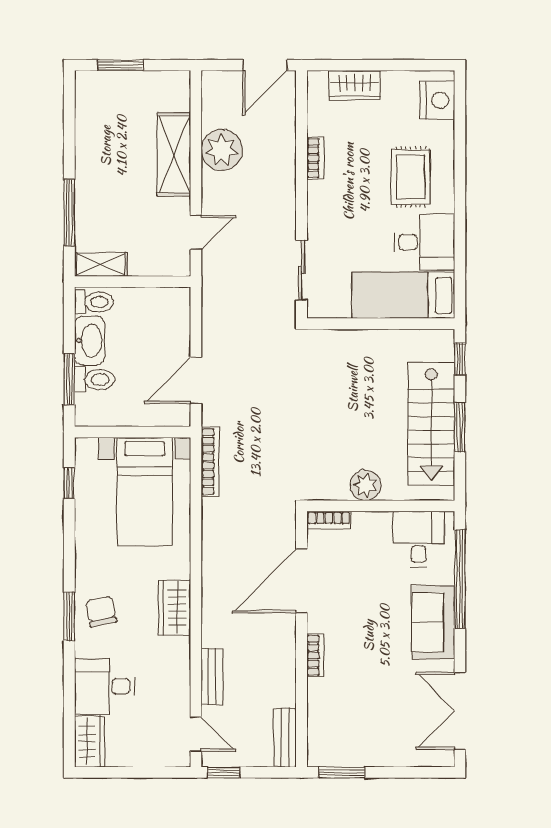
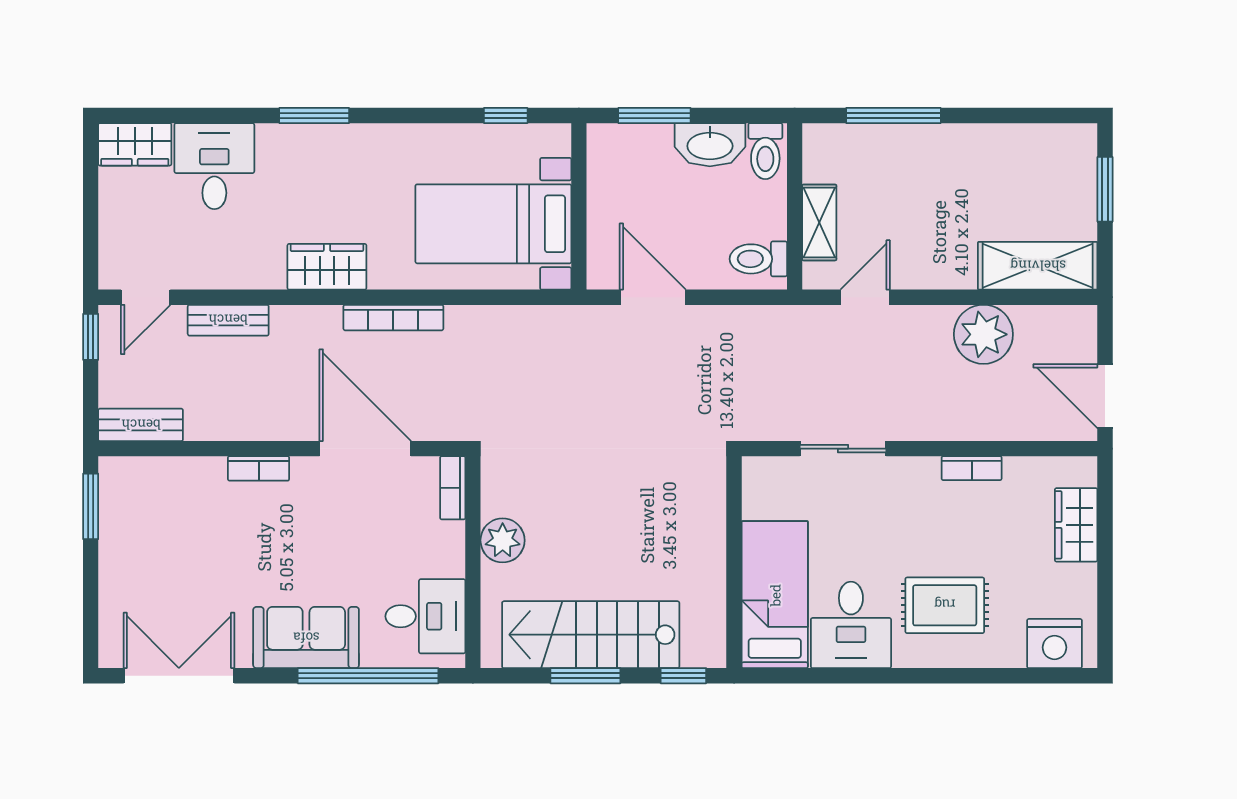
shelving: (174, 154) -> (1038, 266), moved
door: (196, 232) -> (865, 297), swing flipped
shelving: (101, 264) -> (819, 222), moved
sliding door: (302, 270) -> (843, 449), moved
toilet: (95, 379) -> (758, 259), moved, turned 90
bookcase: (210, 462) -> (393, 318), moved
chair: (101, 611) -> (322, 161), removed

